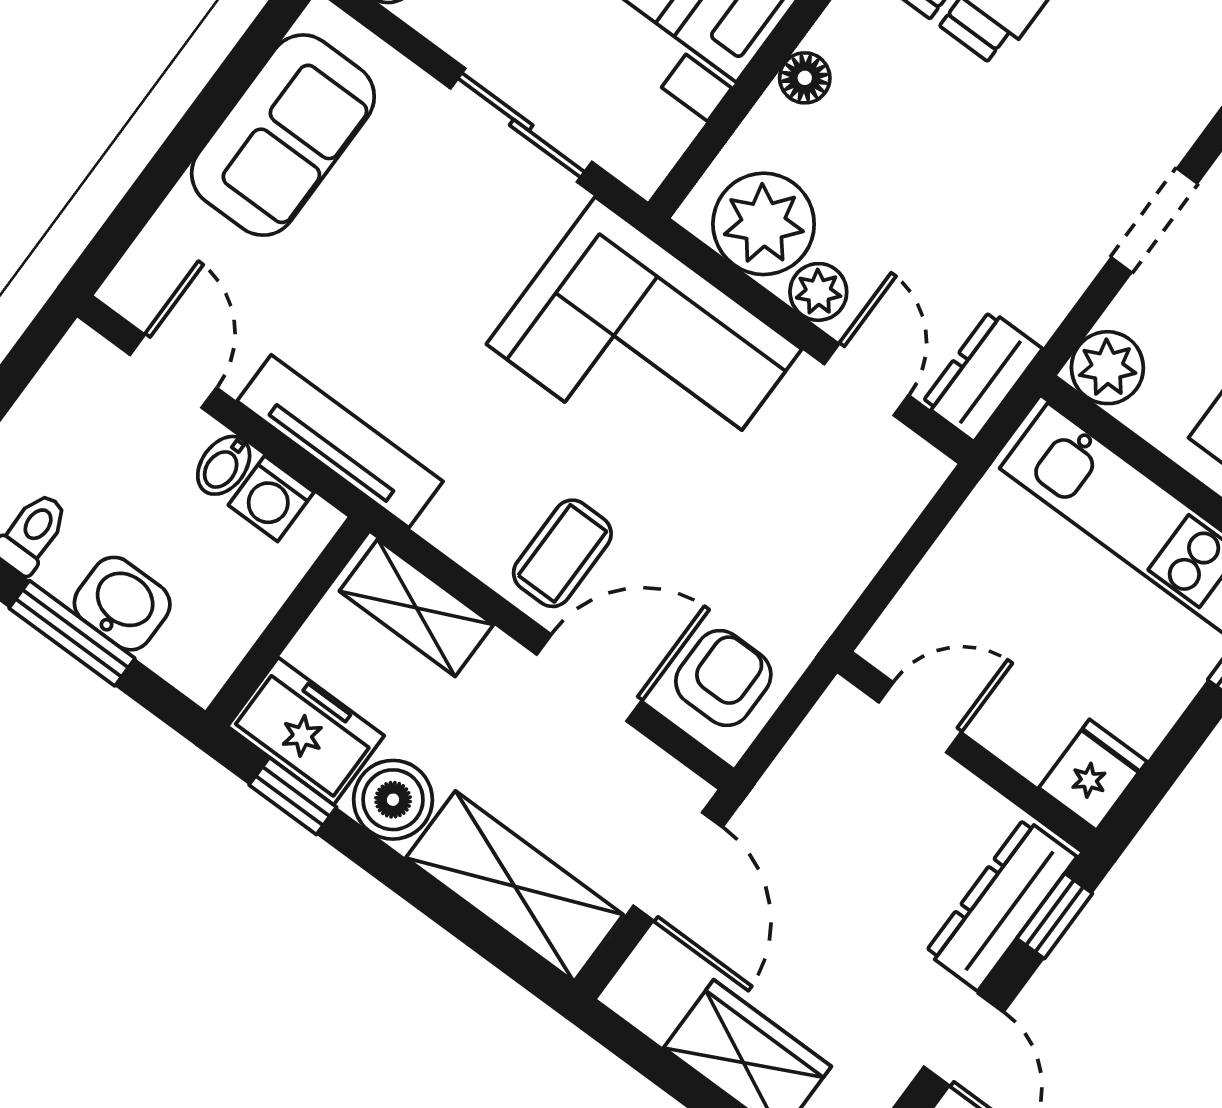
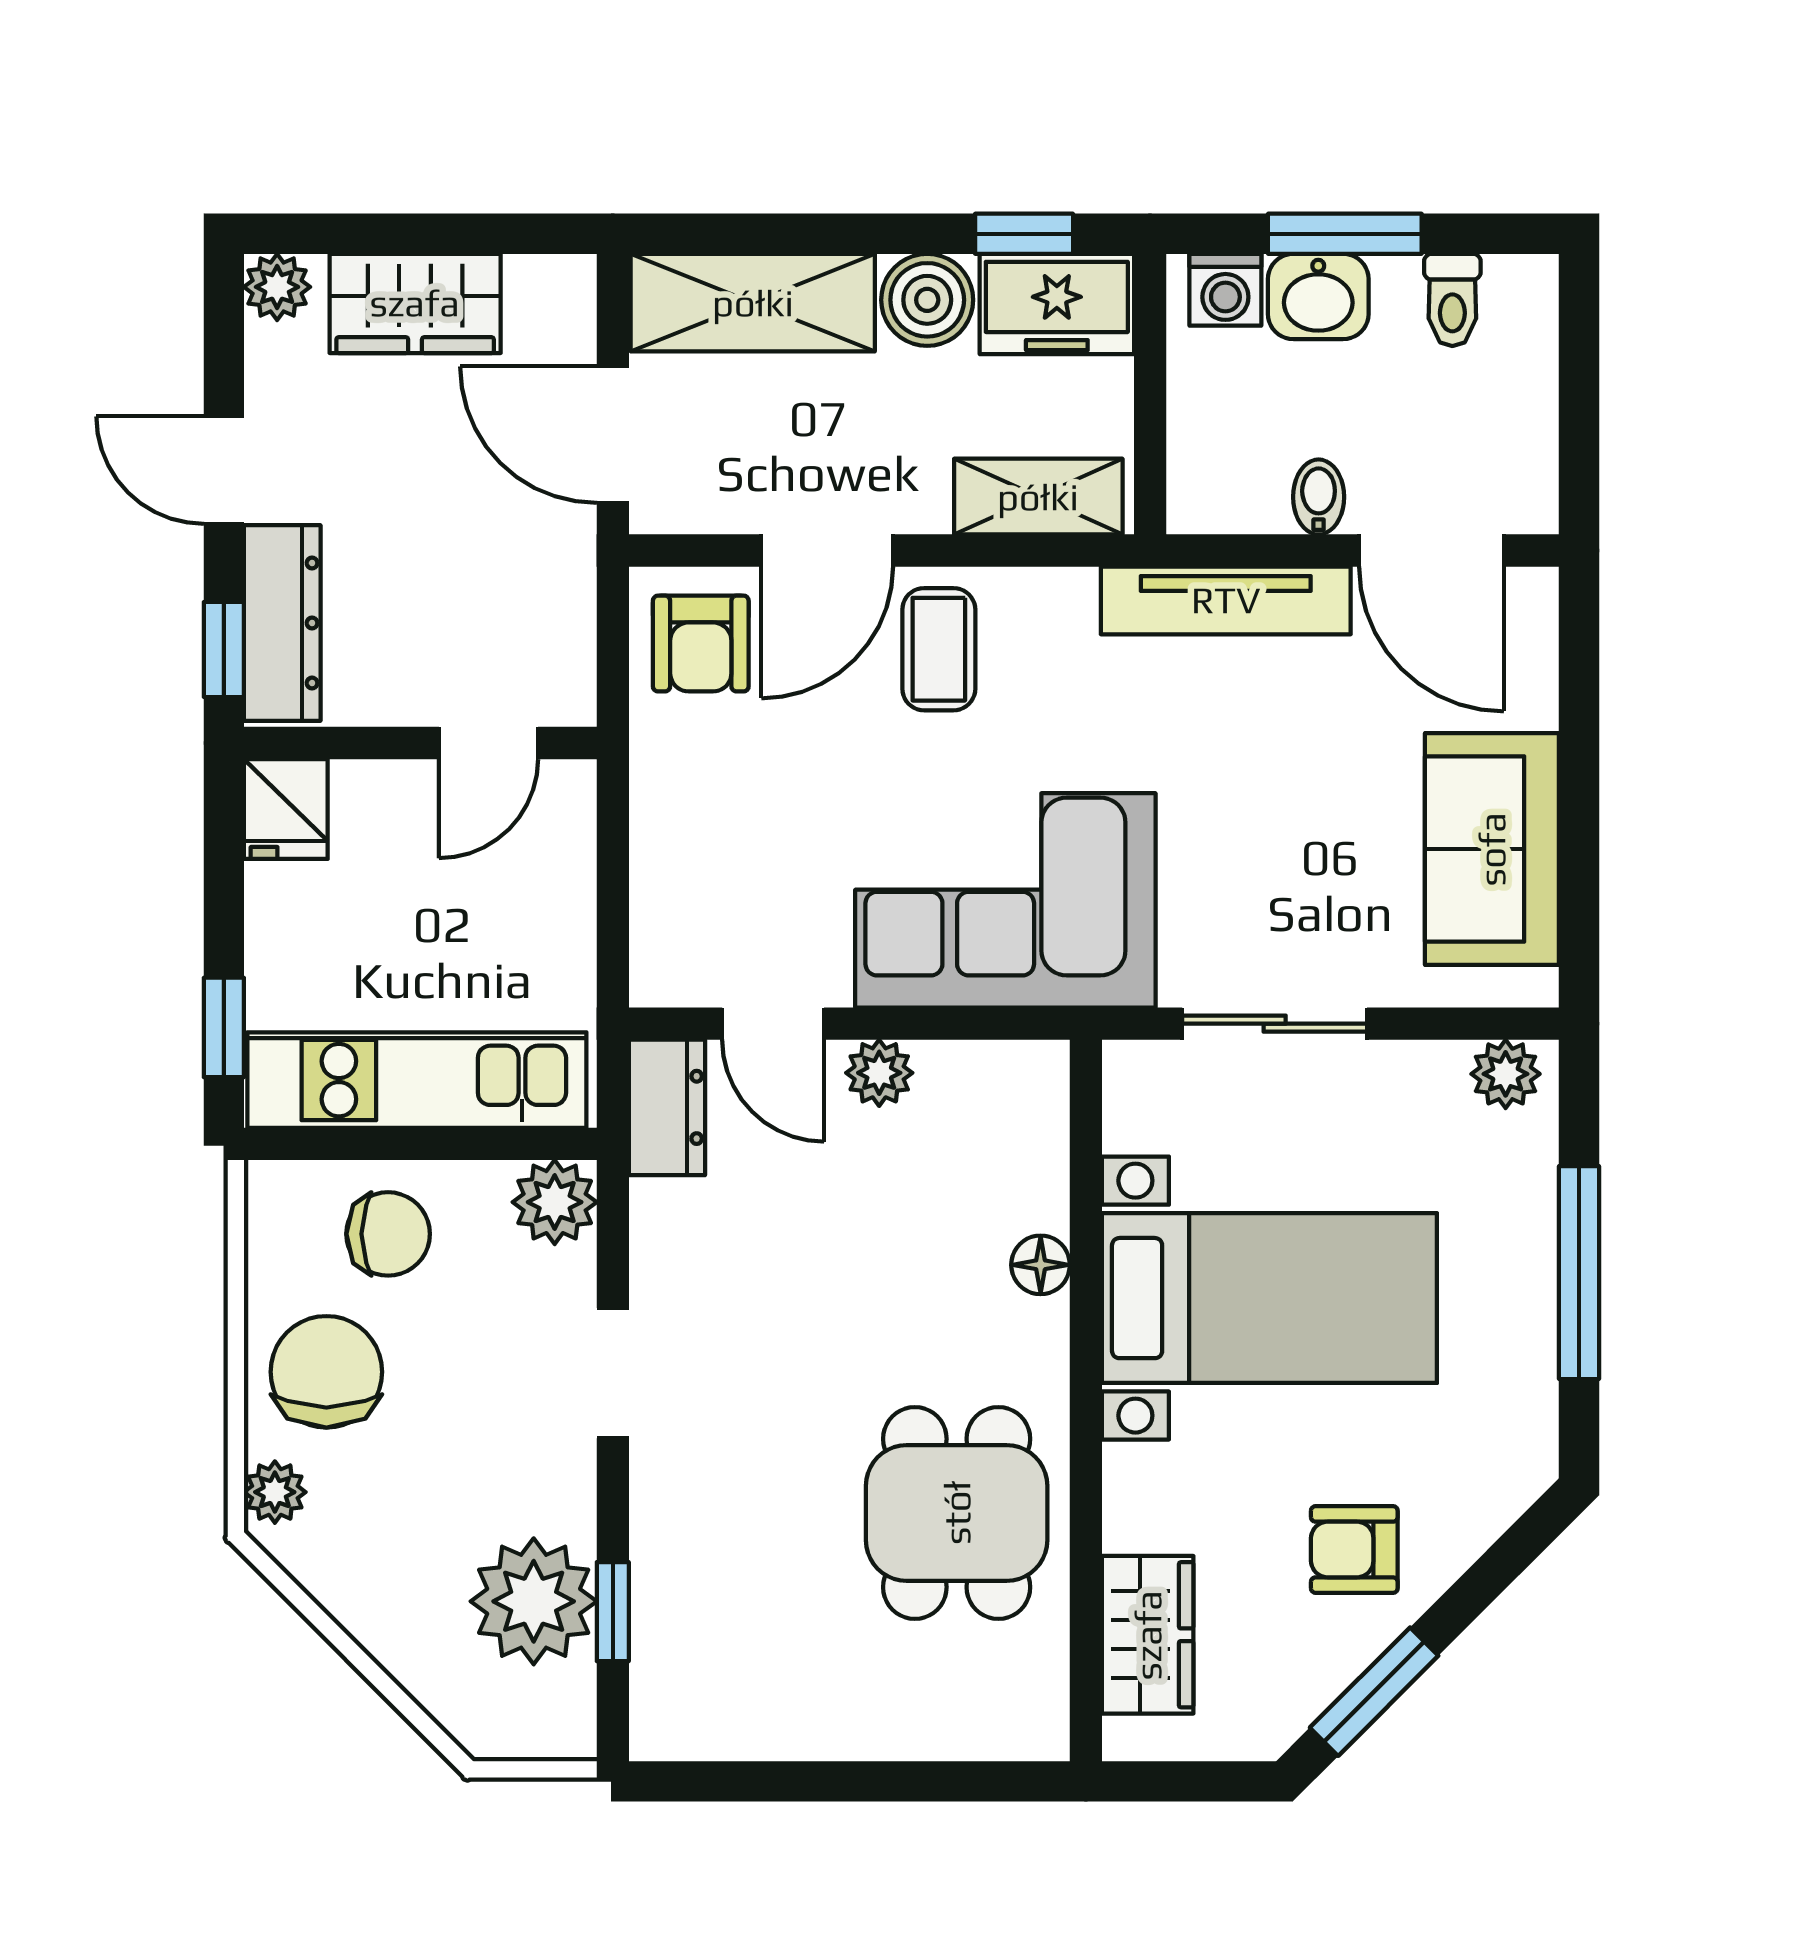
plant: (764, 224) -> (978, 1099), removed
door: (173, 371) -> (1431, 551), width x1.38
washing machine: (271, 499) -> (1225, 290), moved, turned 180

